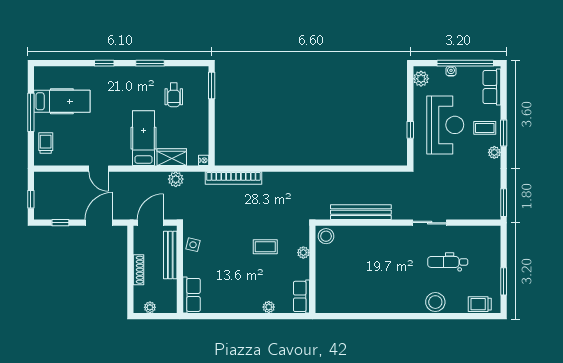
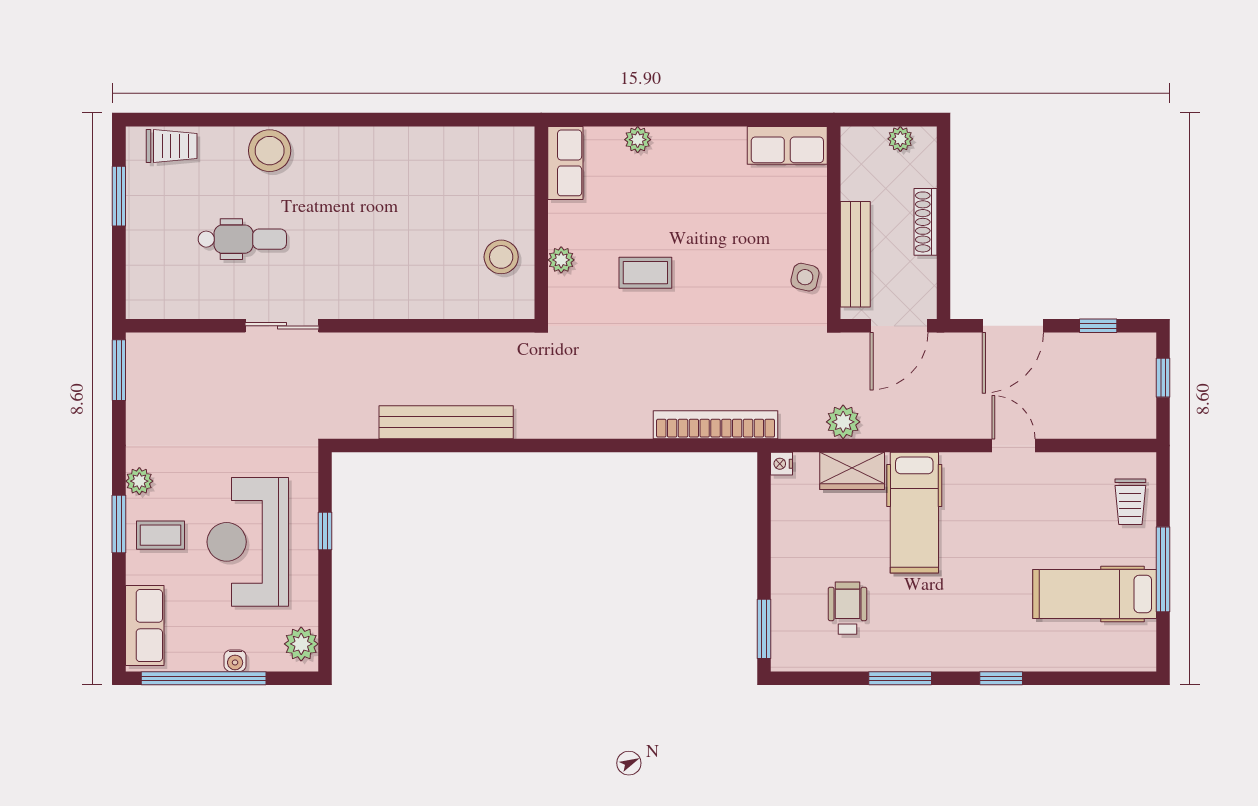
bench: (361, 212) -> (446, 422), moved
stool: (326, 236) -> (501, 257), moved
row of seats: (192, 295) -> (787, 145), moved, turned -90

